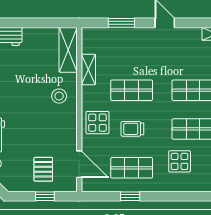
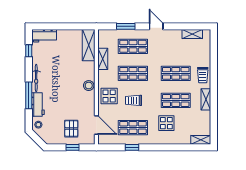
shop shelf: (132, 51) -> (133, 46), added
stool: (59, 96) -> (89, 86), moved

